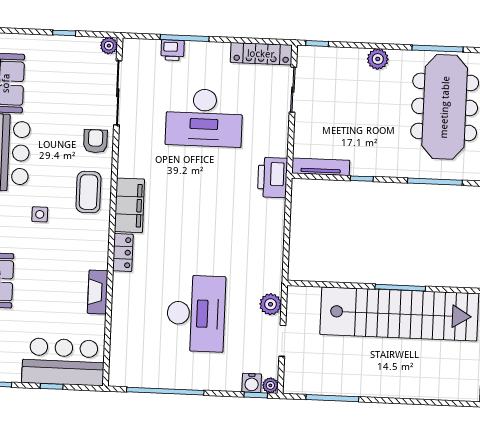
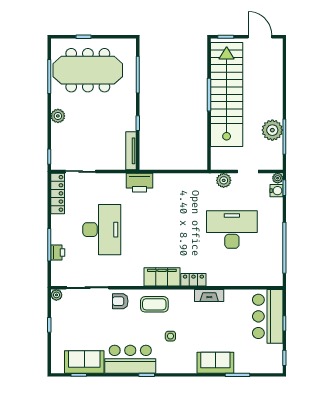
fireplace: (98, 292) -> (209, 295), moved
plant: (343, 380) -> (272, 130), added

